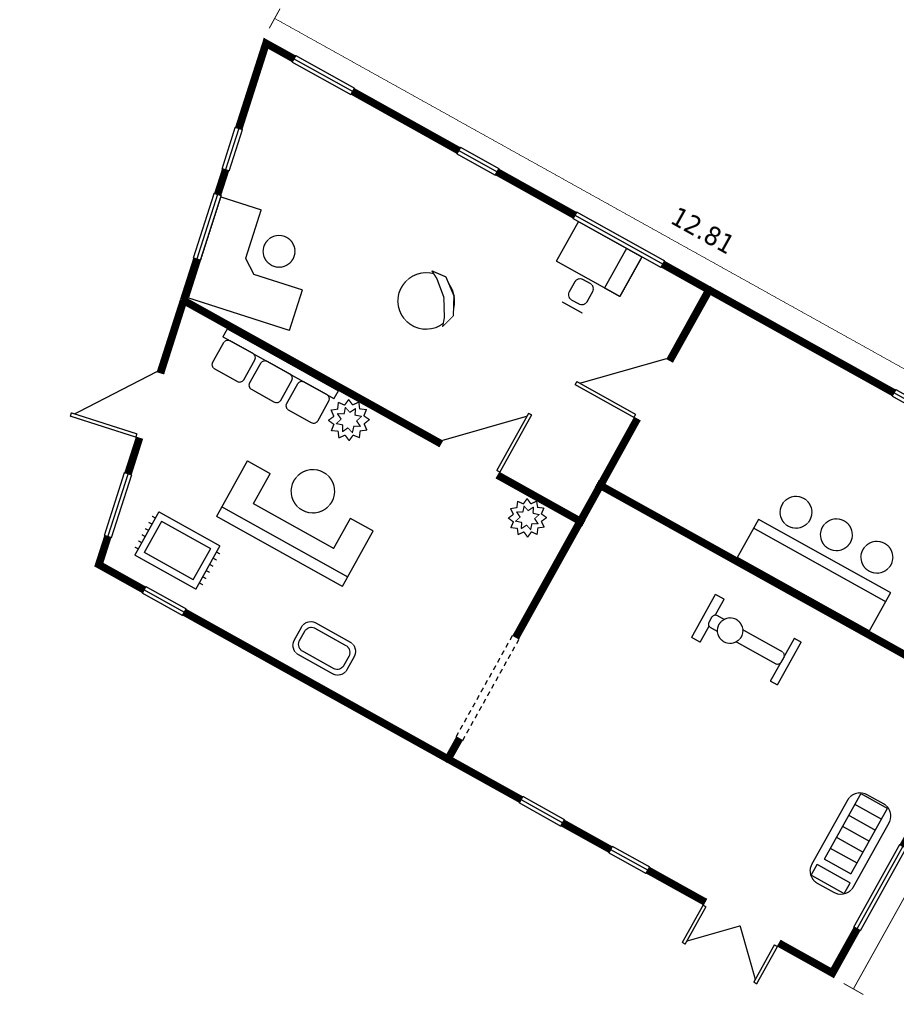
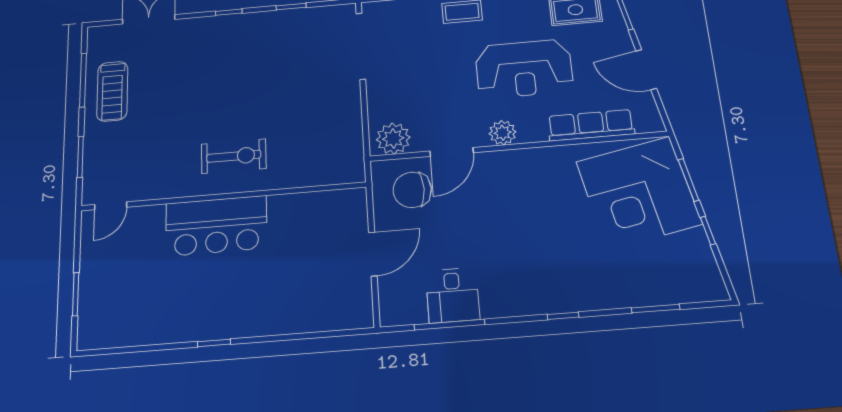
window: (323, 75) -> (656, 309), moved
corner desk: (255, 264) -> (639, 193), width x1.36, depth x1.36
chair: (426, 301) -> (412, 190), moved, turned -140
door: (150, 406) -> (646, 70), swing flipped
plant: (349, 420) -> (503, 133), moved
plant: (527, 518) -> (393, 139), width x1.36, depth x1.36

